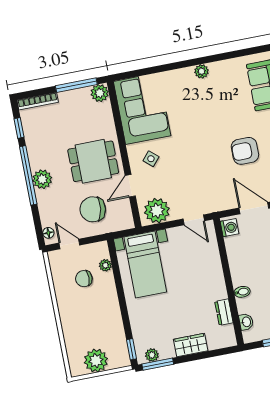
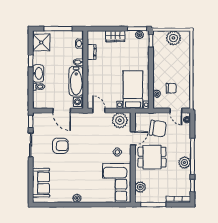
plant: (100, 93) -> (140, 187), moved
plant: (42, 179) -> (184, 163), moved
bathtub: (240, 260) -> (76, 81), added

